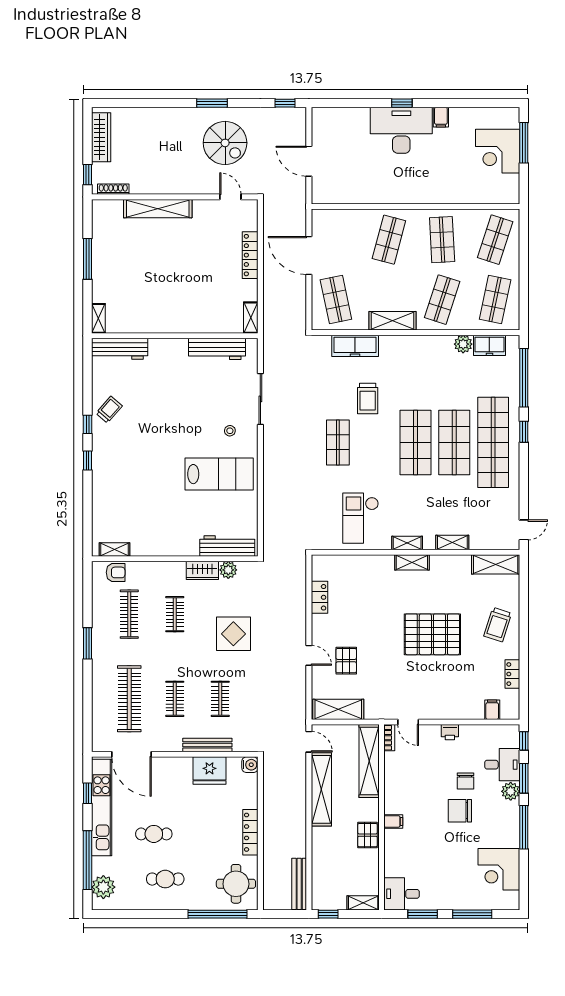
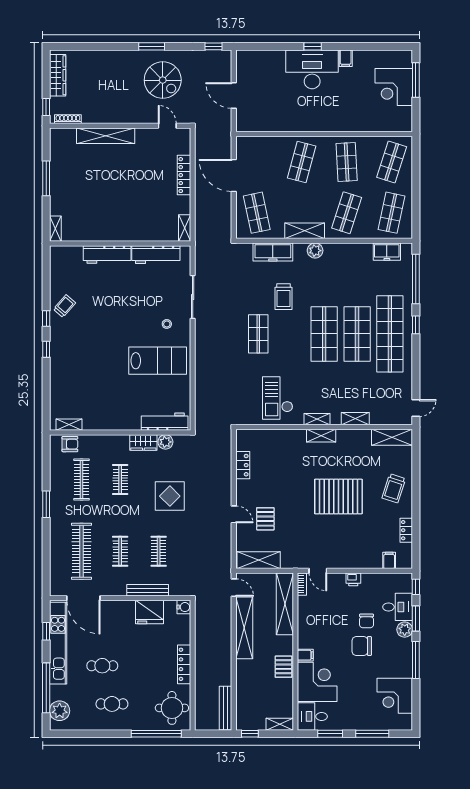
plant: (463, 344) -> (315, 251), moved
workbench: (120, 349) -> (107, 254), moved
corner desk: (407, 853) -> (317, 682), added

